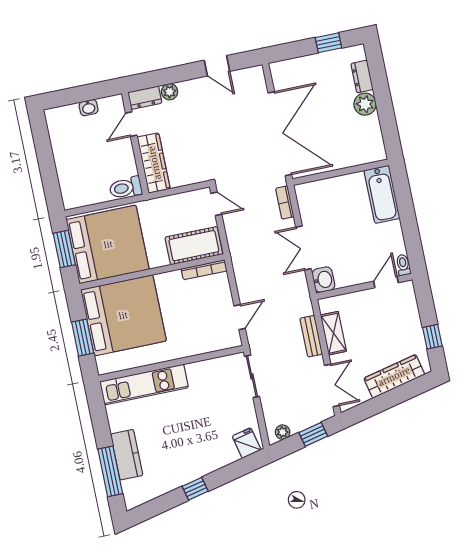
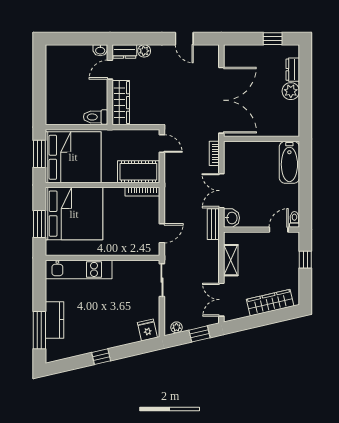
washbasin: (89, 108) -> (100, 50), moved
bench: (311, 336) -> (213, 224), moved
window: (432, 337) -> (305, 260), moved
double door: (332, 385) -> (221, 300), swing flipped

